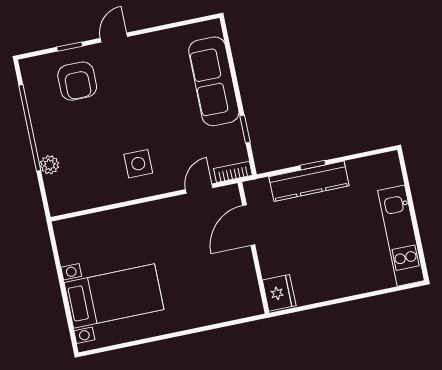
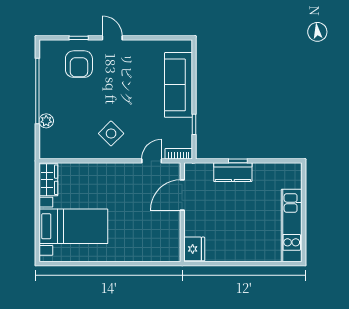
door: (114, 37) -> (112, 38), hinge flipped
side table: (138, 164) -> (111, 133), turned 45
kitchen counter: (309, 181) -> (233, 172), width x0.67
wardrobe: (68, 242) -> (48, 180), added

